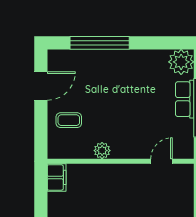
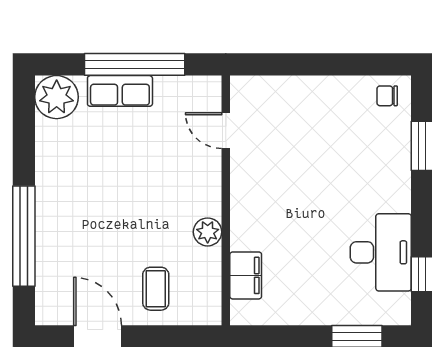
filing cabinet: (57, 177) -> (246, 275), moved, turned 90

